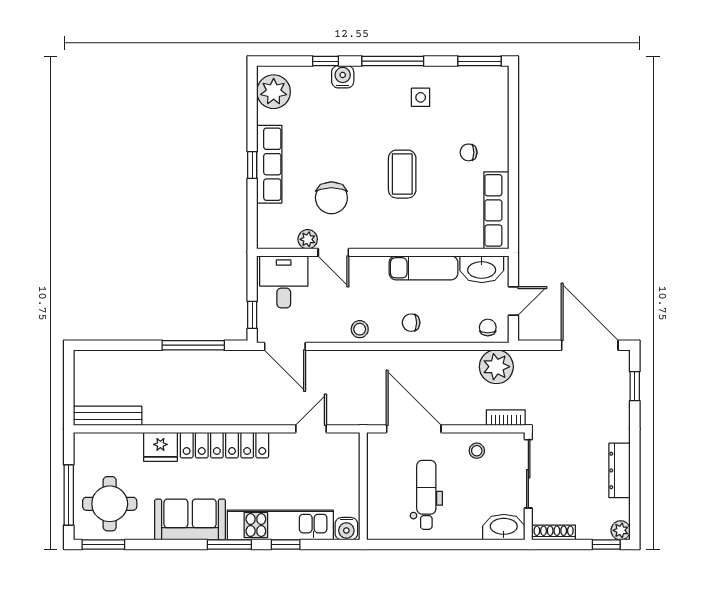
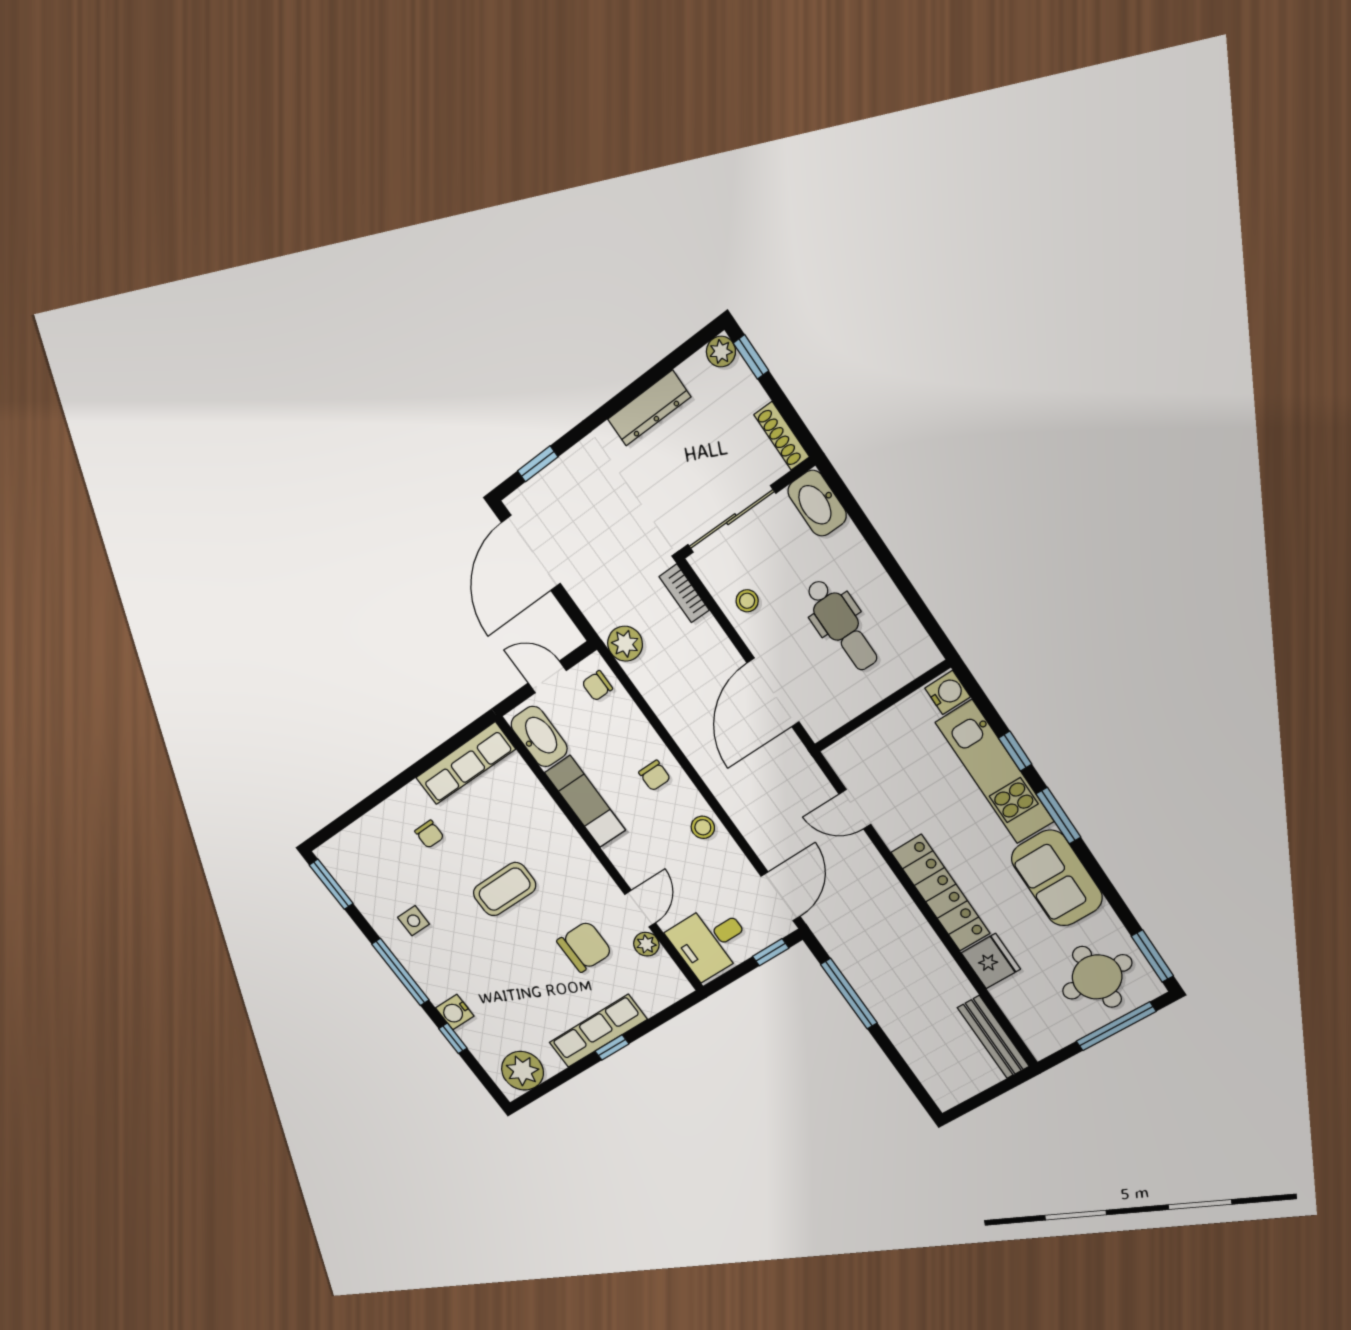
plant: (496, 367) -> (625, 644), width x0.73, depth x0.73
dental chair: (426, 495) -> (842, 625), turned -90

